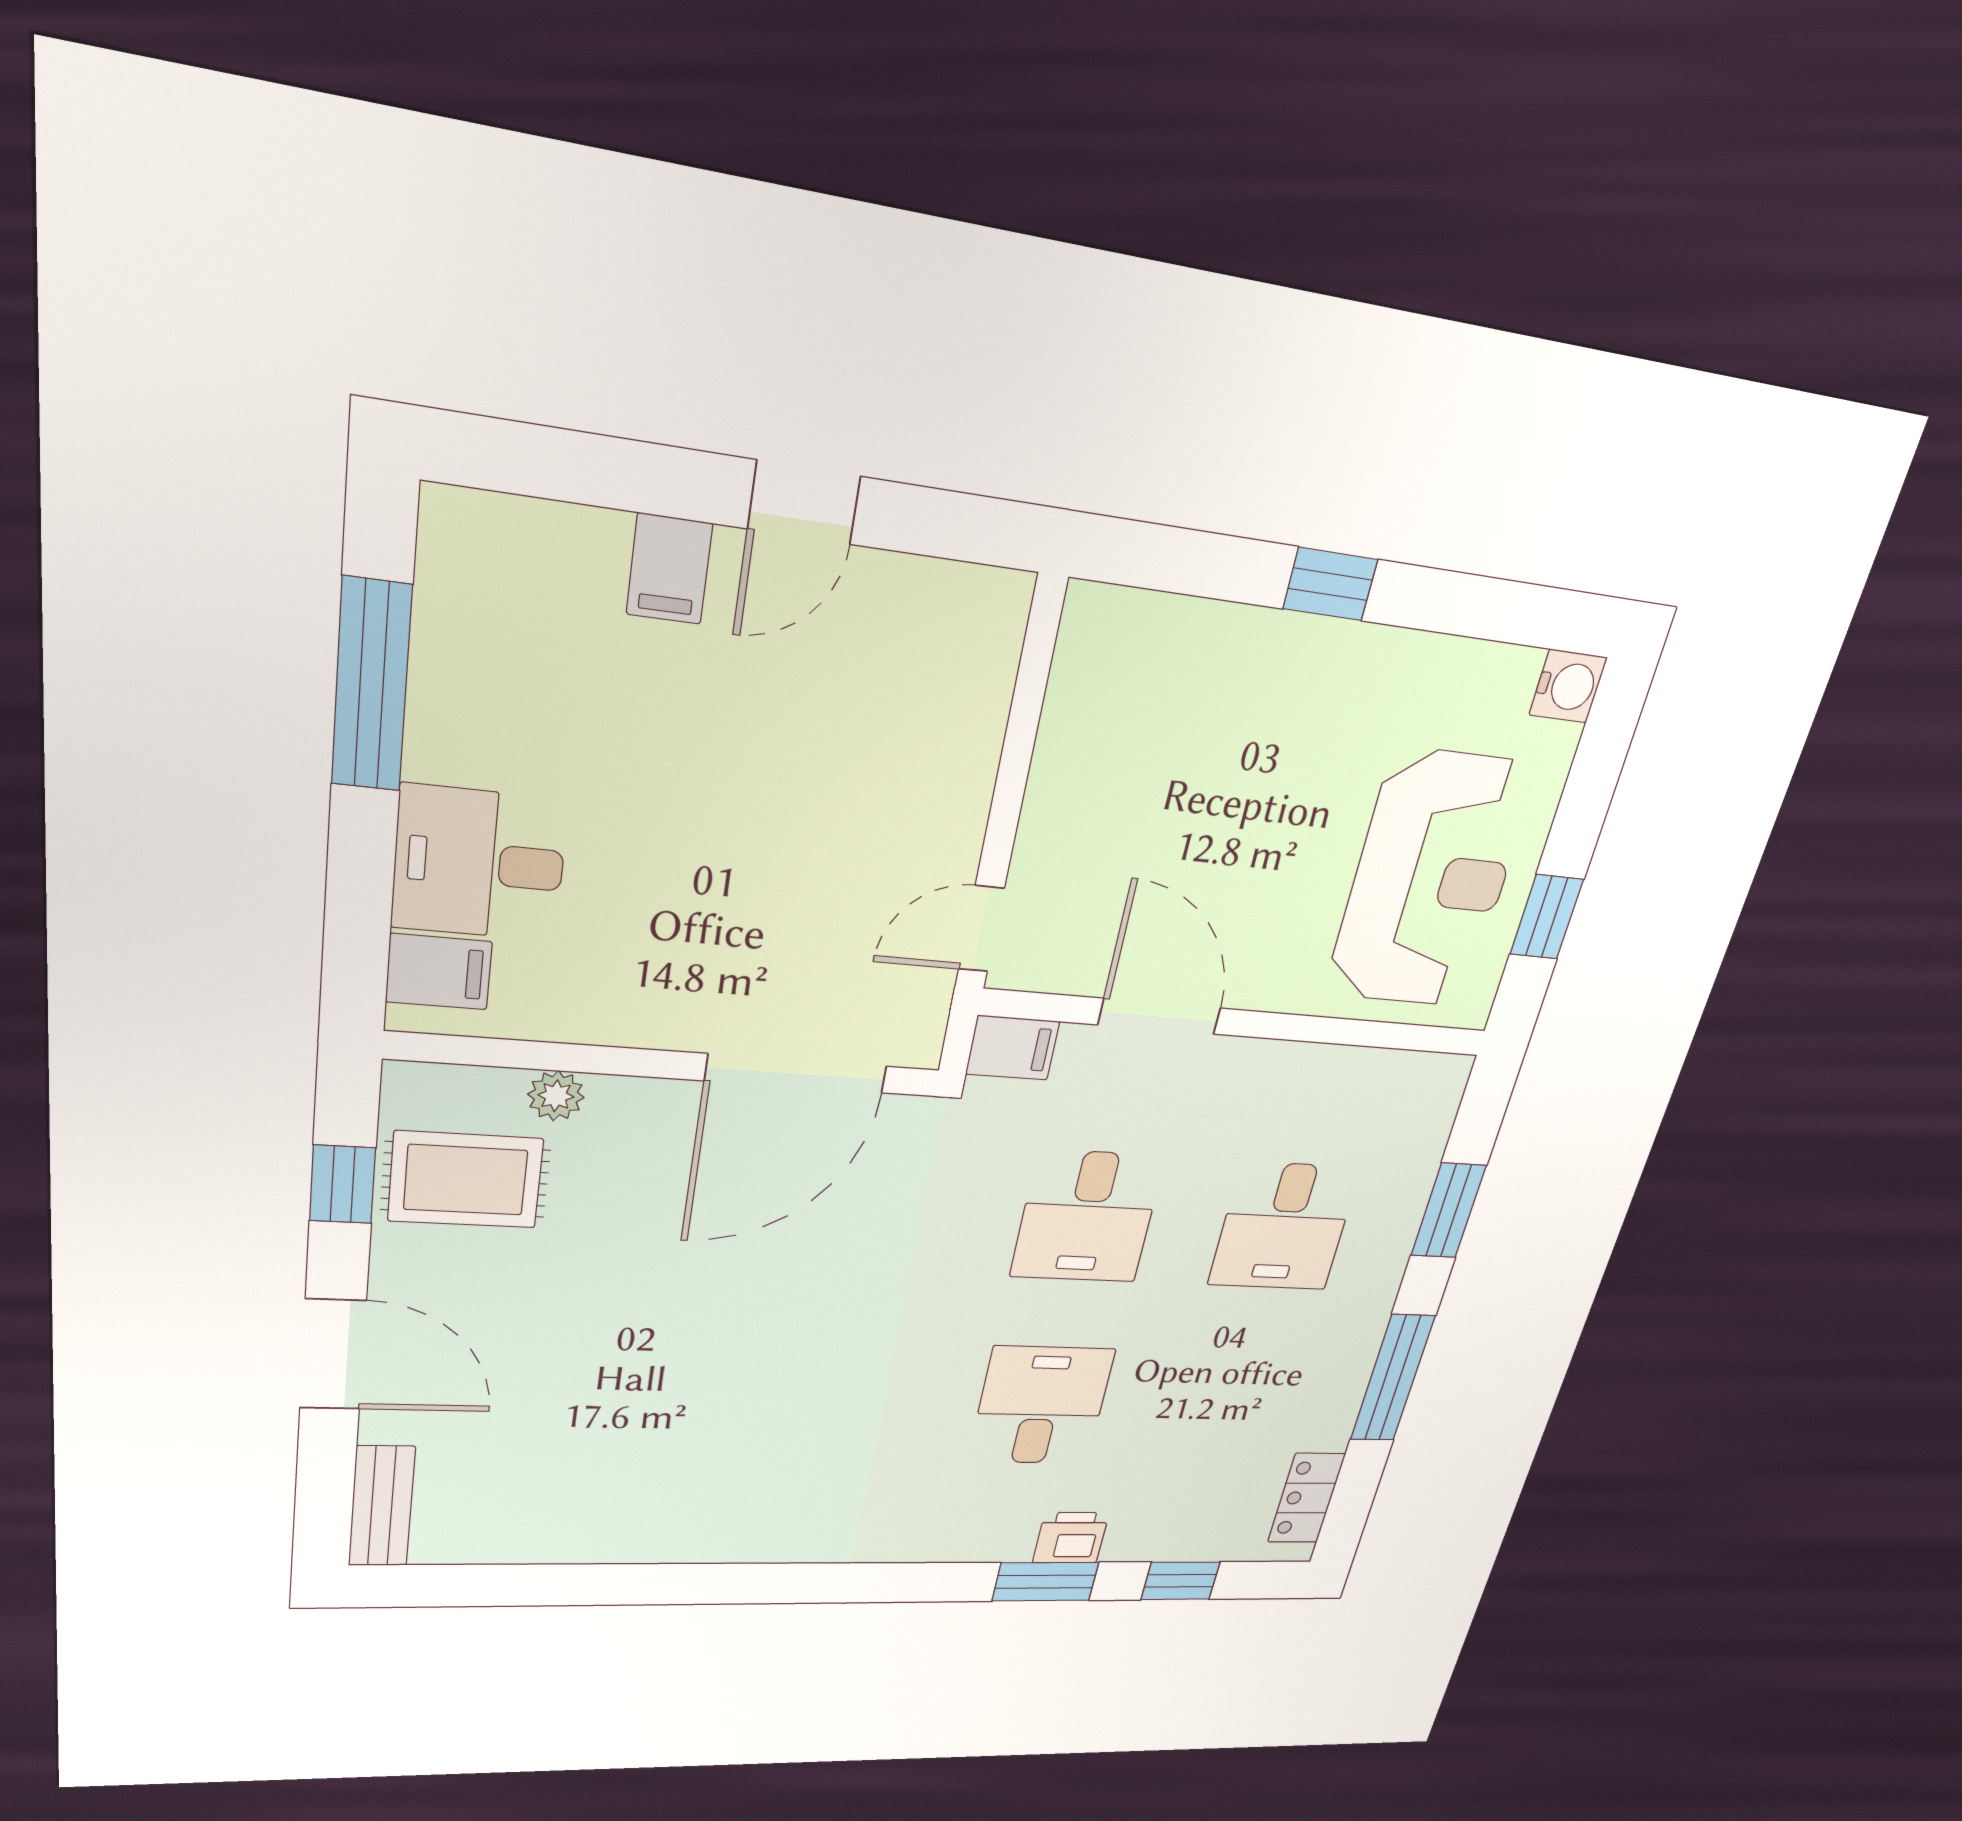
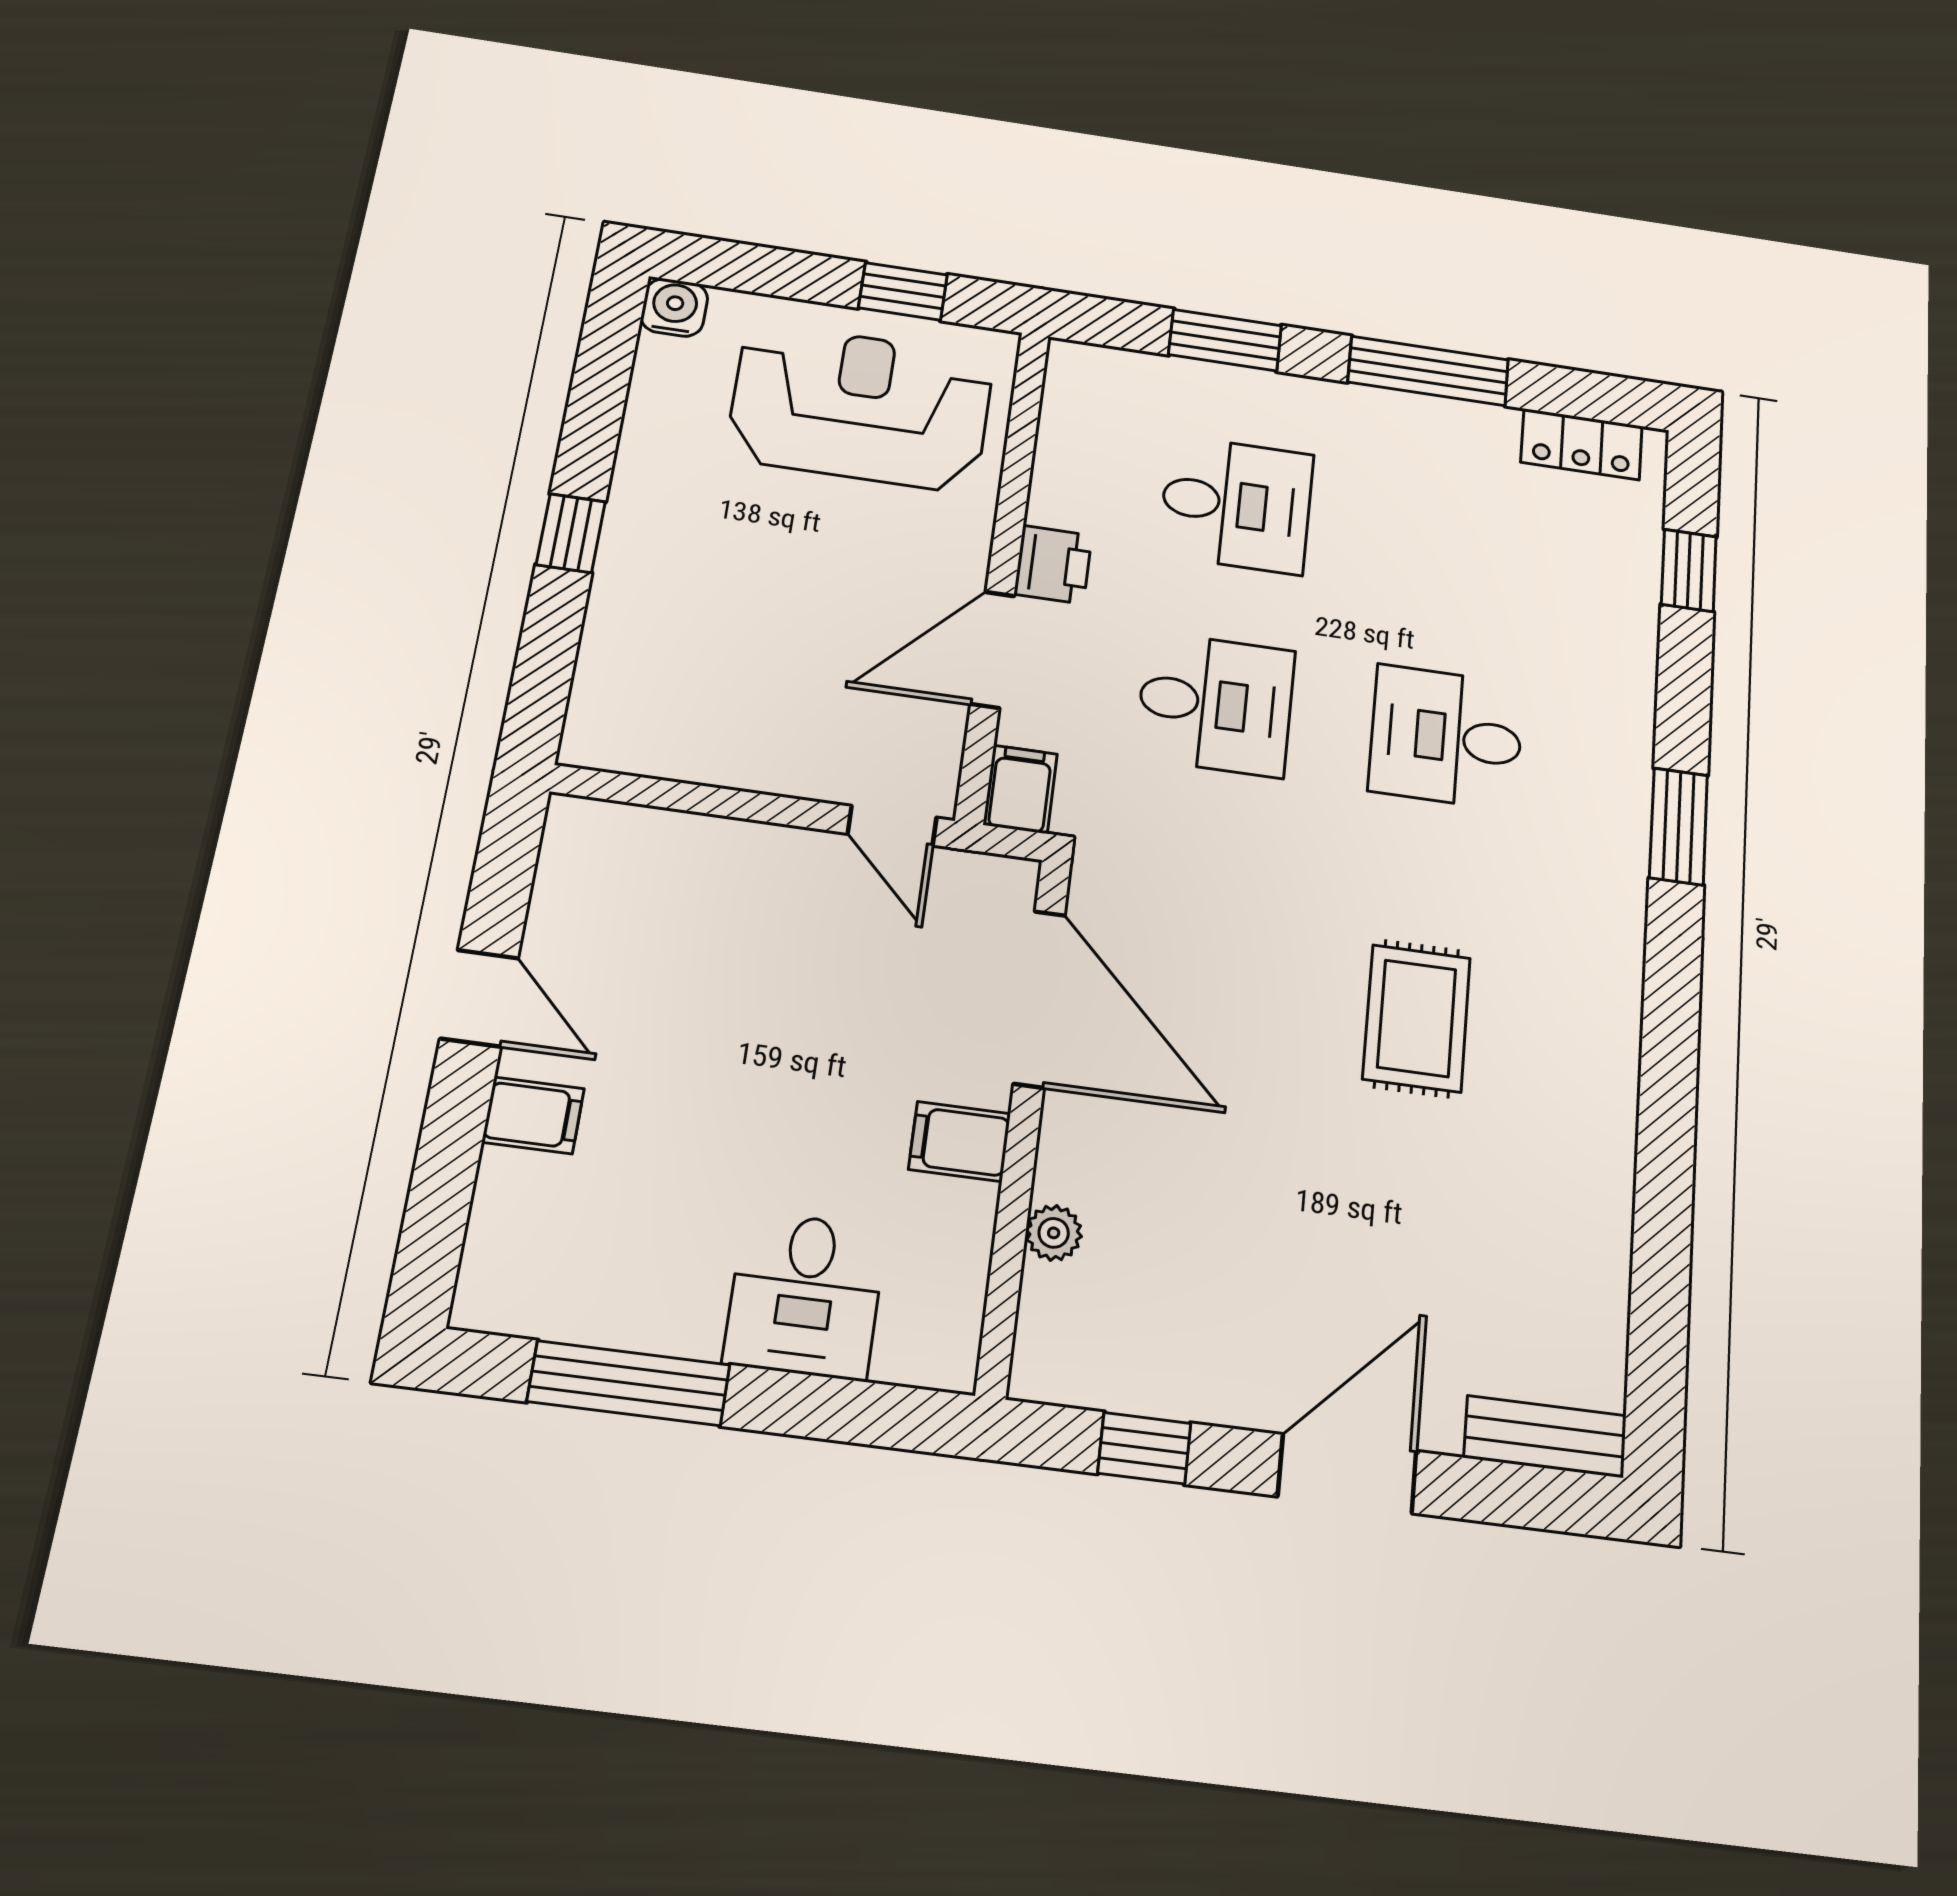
filing cabinet: (439, 972) -> (960, 1141), moved, turned -90
rug: (466, 1180) -> (1417, 1018), moved
printer: (1071, 1538) -> (1053, 565), moved, turned 180
window: (1045, 1582) -> (1679, 826), moved

